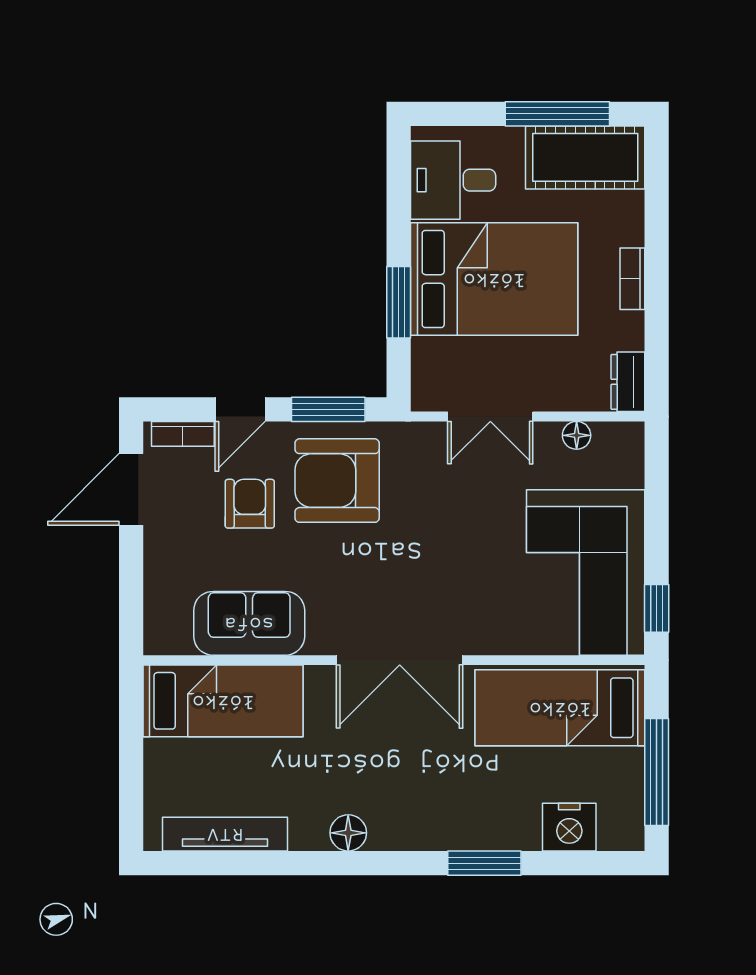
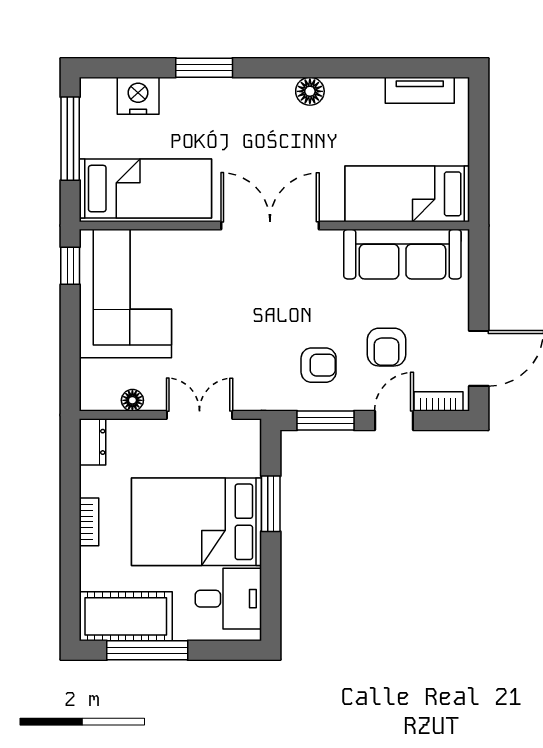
armchair: (337, 481) -> (319, 365), width x0.53, depth x0.53
sofa: (249, 623) -> (402, 254), width x1.36
tv unit: (225, 834) -> (420, 90), width x0.71

